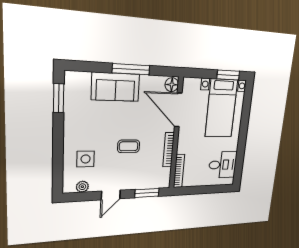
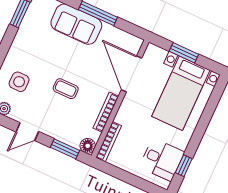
window: (228, 75) -> (184, 53), moved
floor lamp: (172, 85) -> (88, 146), moved
window: (239, 161) -> (184, 166), added

